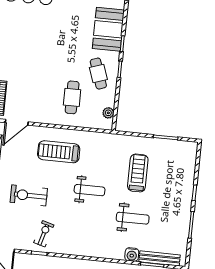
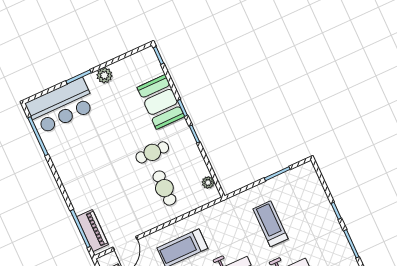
cafe table: (98, 74) -> (152, 152), moved, turned -71

